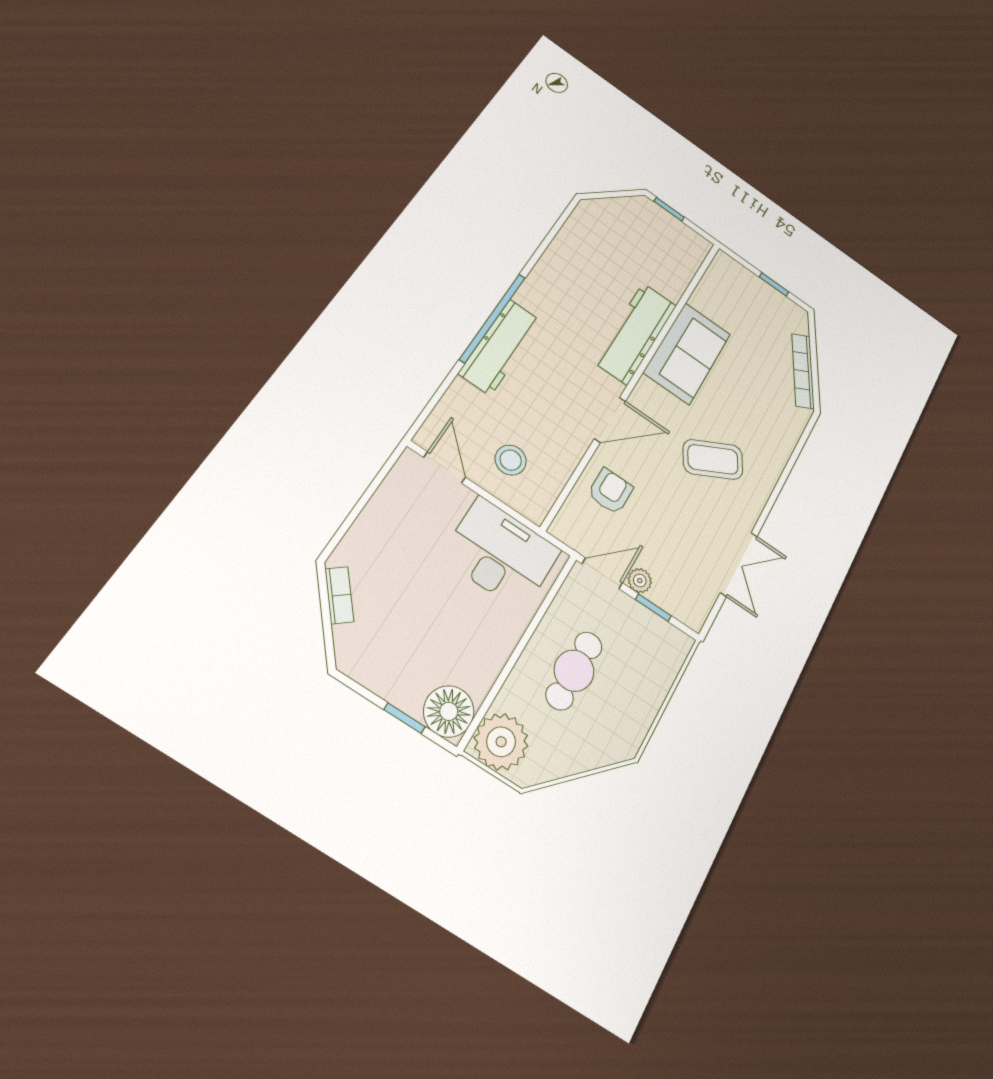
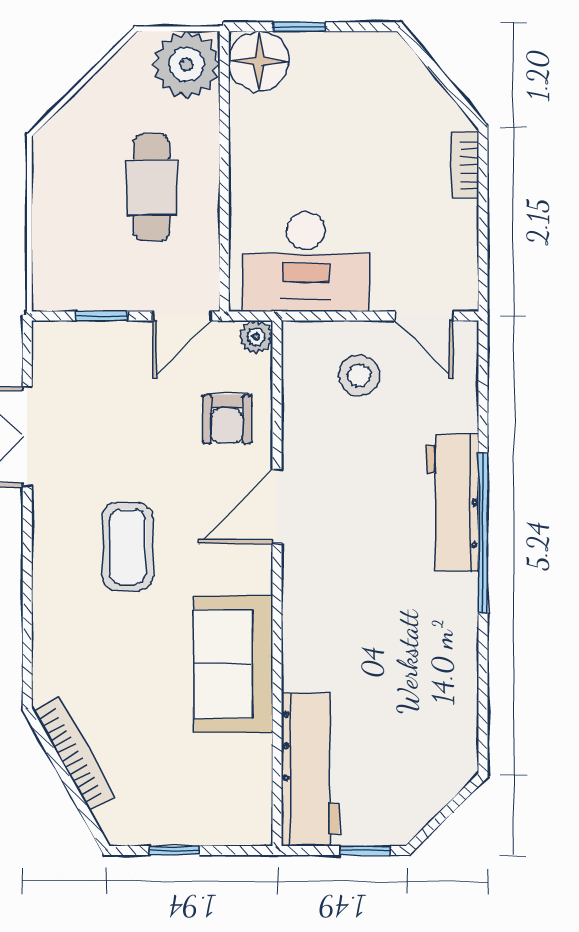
workbench: (635, 333) -> (310, 769), moved
coffee table: (713, 459) -> (127, 547), turned -61
plant: (640, 581) -> (256, 337), moved
bookcase: (339, 595) -> (465, 165), moved, turned 40

